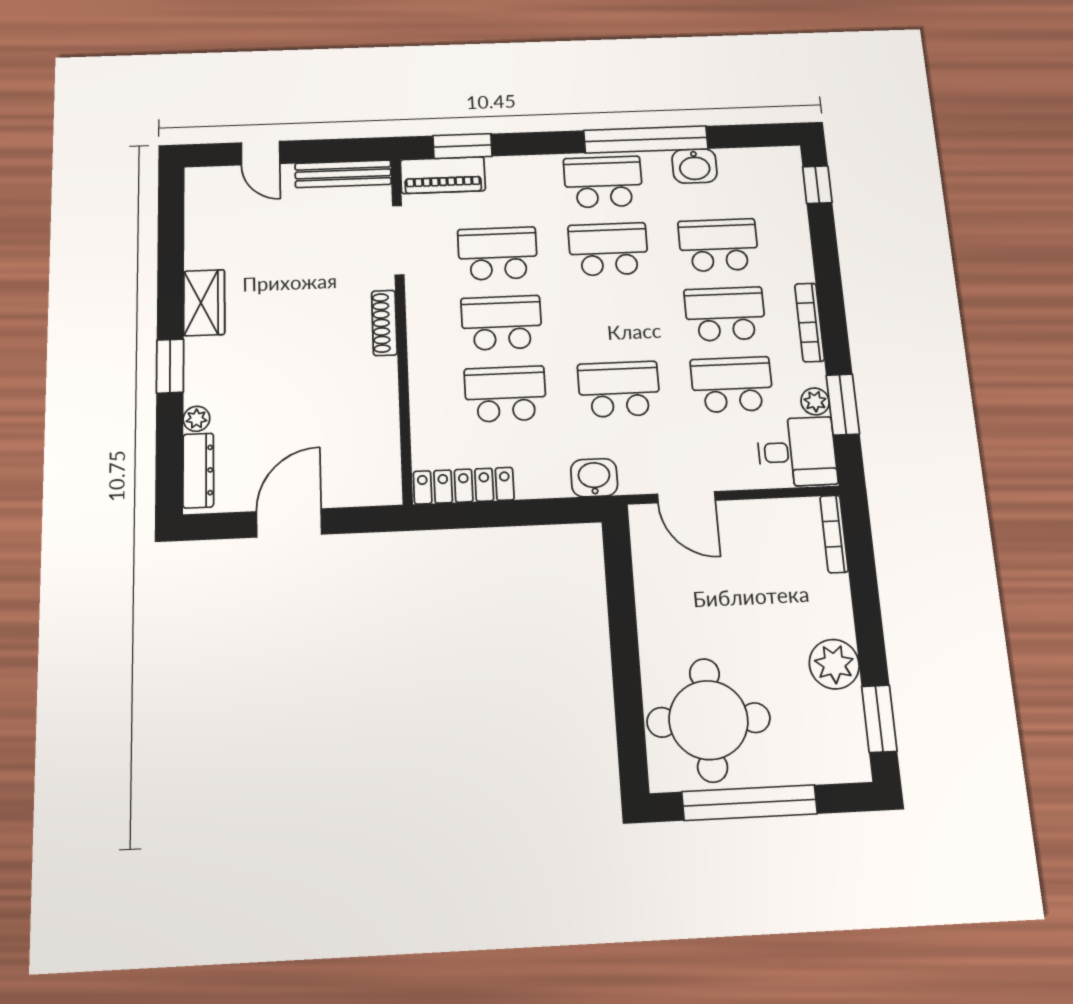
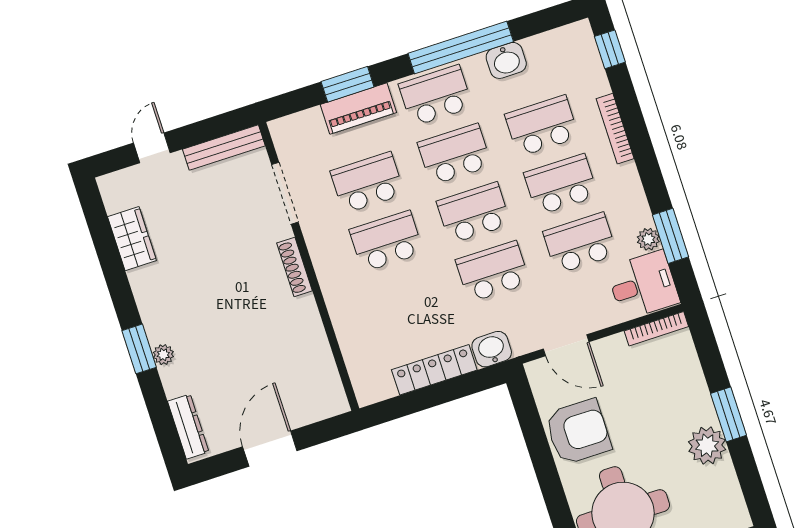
window: (463, 146) -> (348, 84), moved
door: (261, 153) -> (152, 148), swing flipped
piano: (443, 175) -> (358, 109), moved
wardrobe: (204, 303) -> (132, 239), moved
bookcase: (810, 322) -> (615, 129), moved
school desk: (505, 394) -> (474, 213), moved
plant: (196, 419) -> (163, 355), moved
locker: (464, 486) -> (434, 370), moved
bookcase: (834, 534) -> (656, 329), moved, turned -90
armchair: (676, 604) -> (578, 432), added
window: (879, 719) -> (729, 414), moved

